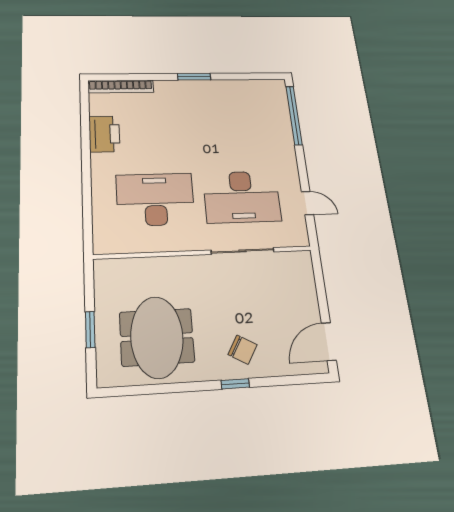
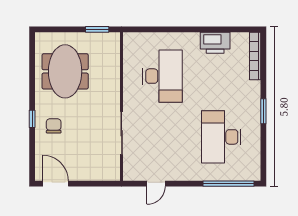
desk: (242, 197) -> (221, 137), moved
window: (90, 330) -> (97, 29), moved
meeting table: (157, 337) -> (65, 71), turned 90
chair: (243, 350) -> (54, 126), turned 150

